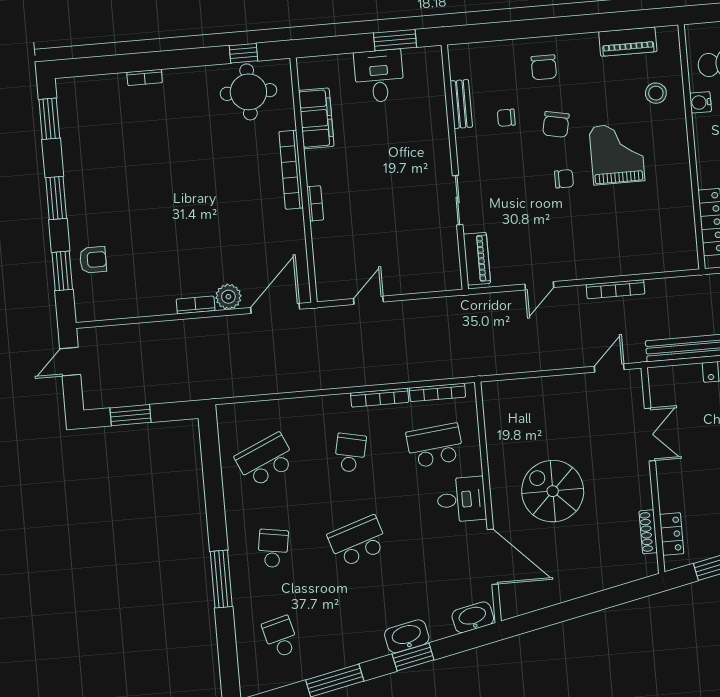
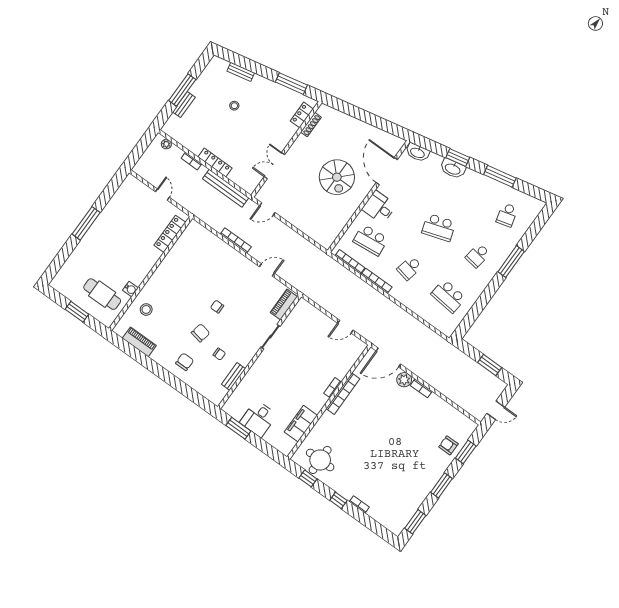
window: (177, 59) -> (338, 500), added
grand piano: (617, 154) -> (185, 298), removed
bookcase: (291, 170) -> (343, 394), moved
school desk: (265, 460) -> (448, 296), turned 30

